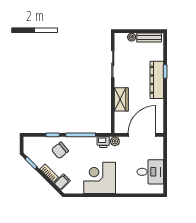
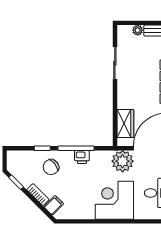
wardrobe: (121, 99) -> (125, 123), moved
plant: (115, 141) -> (123, 161), width x1.88, depth x1.88
printer: (103, 142) -> (82, 157), moved
corner desk: (100, 178) -> (114, 200), moved

